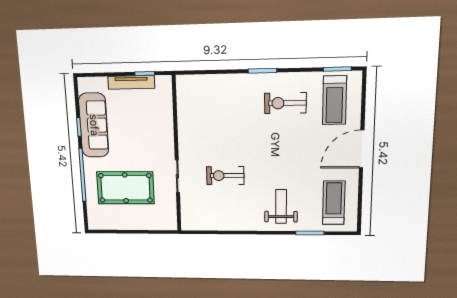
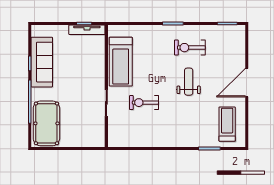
tv unit: (131, 82) -> (87, 30), moved
treadmill: (334, 100) -> (121, 62), moved, width x1.37, depth x1.38
pool table: (125, 188) -> (46, 123), moved, turned 90
weight bench: (281, 206) -> (189, 82), moved

